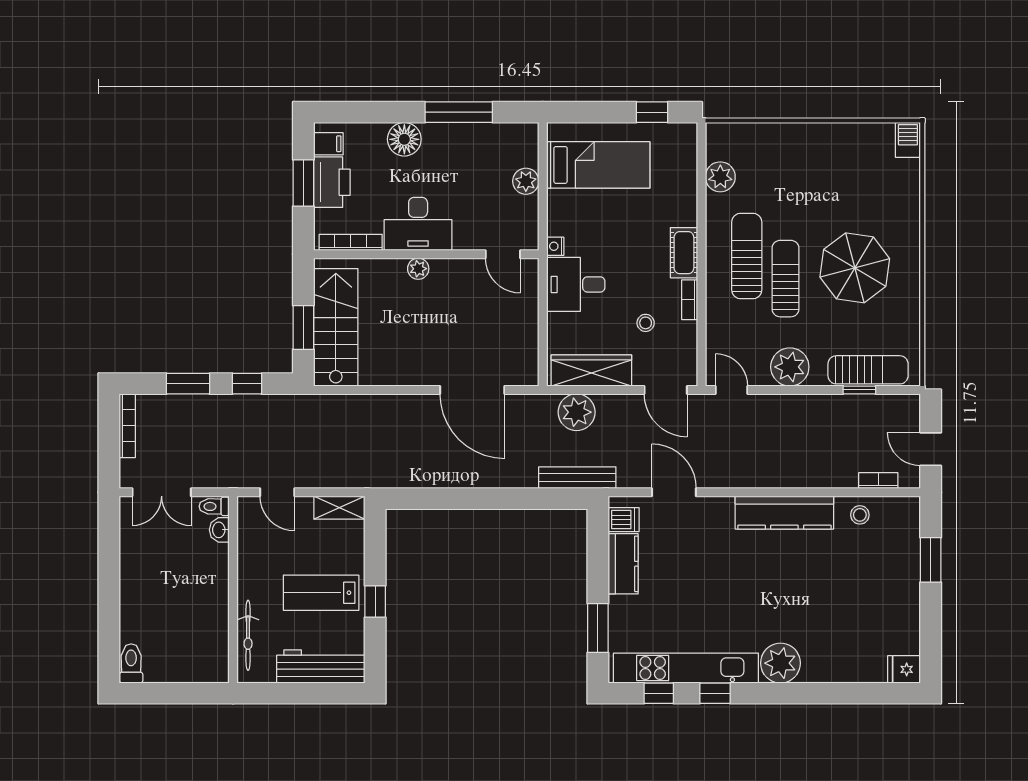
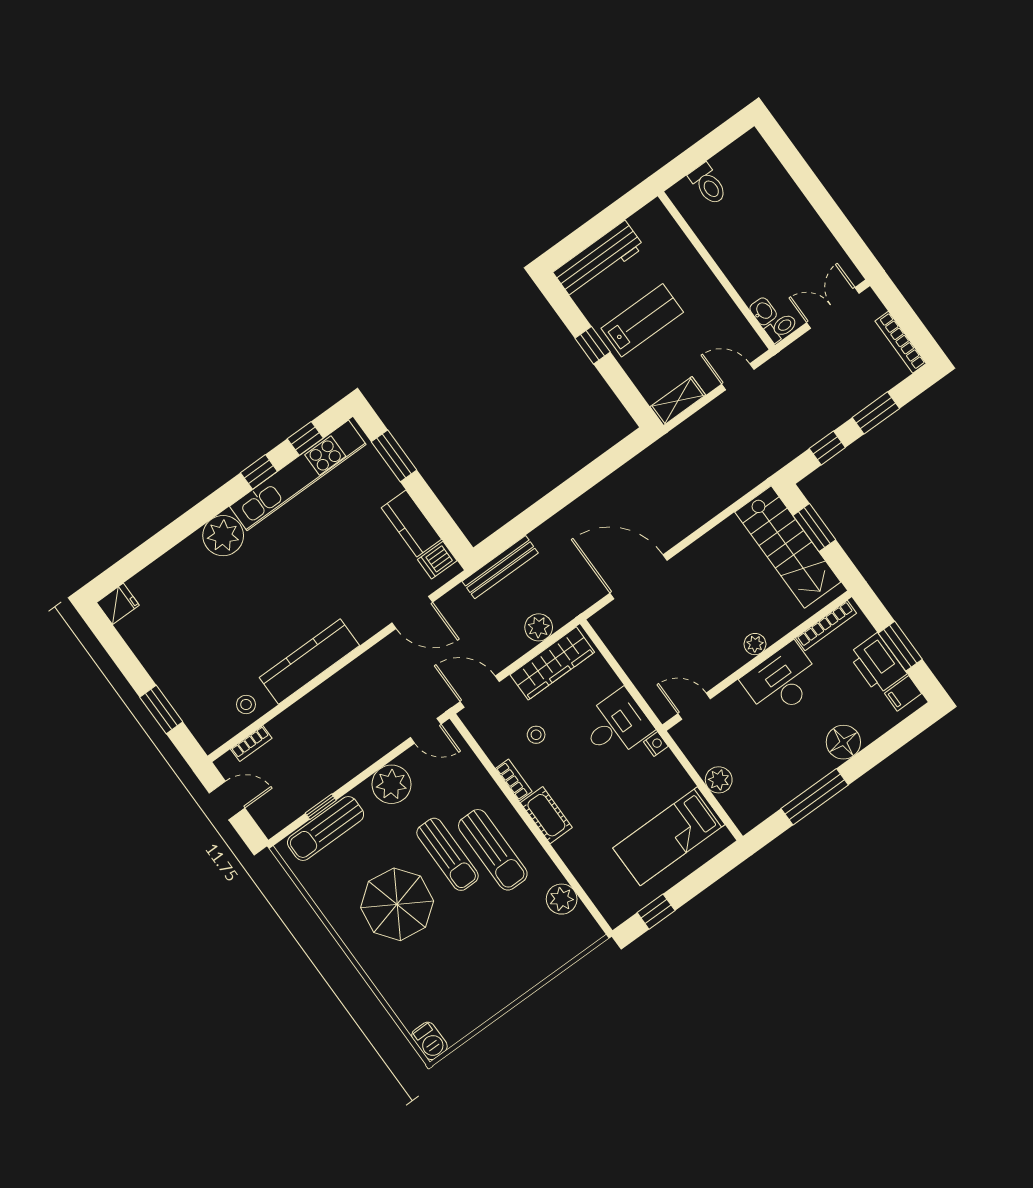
plant: (577, 412) -> (539, 627), width x0.73, depth x0.73
bicycle: (248, 635) -> (677, 242), removed
toilet: (131, 663) -> (708, 184), moved

